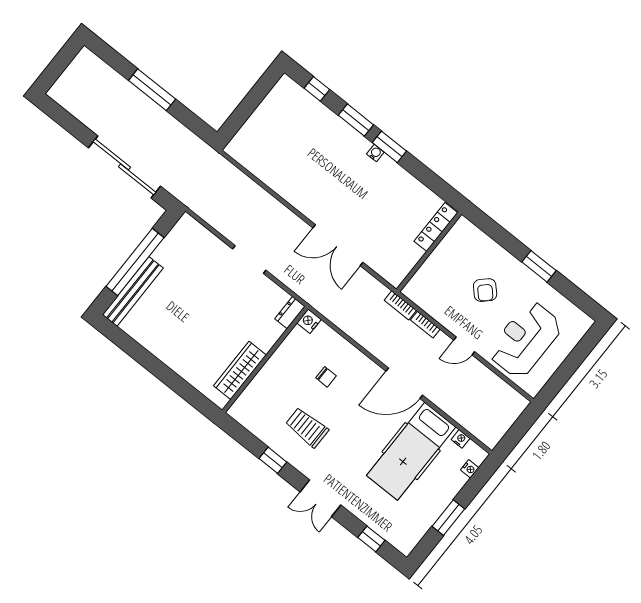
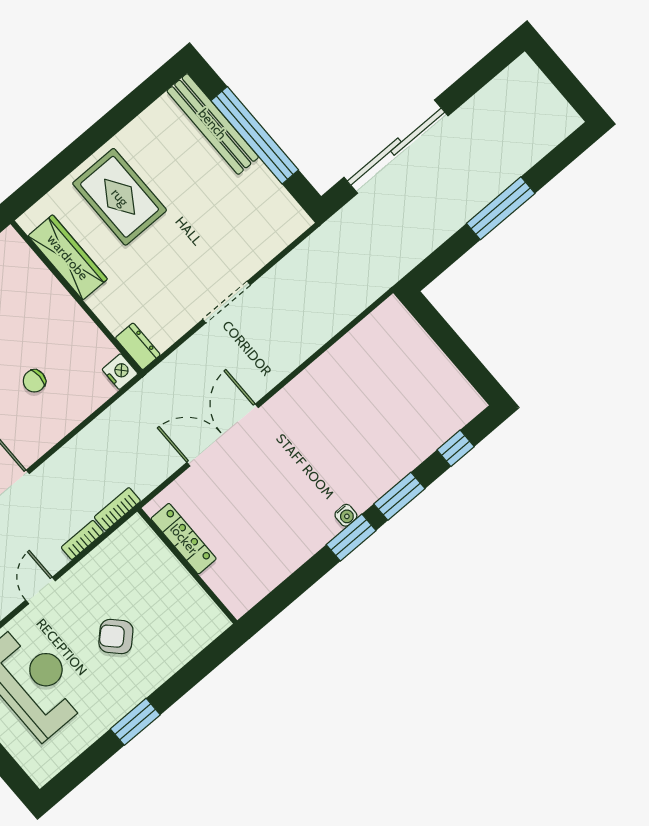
locker: (436, 227) -> (184, 539), moved
rug: (193, 344) -> (120, 197), added

